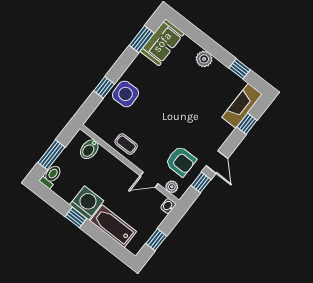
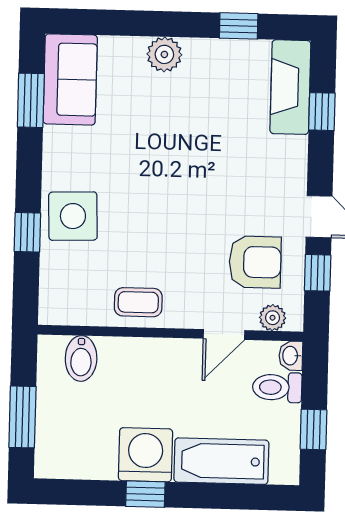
toilet: (51, 176) -> (277, 387), moved, turned -90

